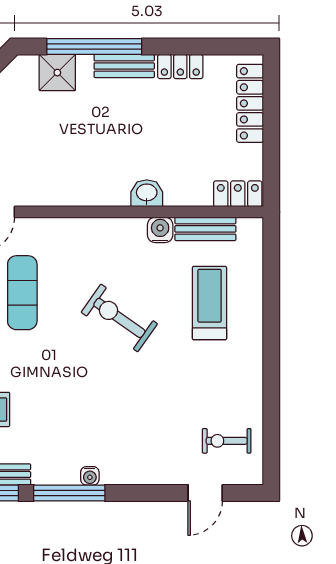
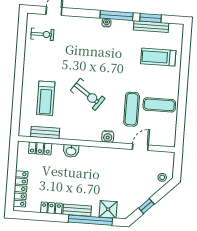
locker: (238, 194) -> (40, 148), moved
water cooler: (160, 230) -> (108, 137), moved

